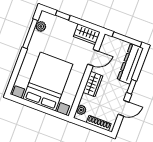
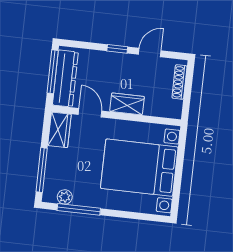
window: (63, 15) -> (42, 170), width x2.17
dresser: (130, 64) -> (65, 78), moved, turned -90
door: (124, 108) -> (150, 53), hinge flipped
plant: (81, 110) -> (167, 111), removed

